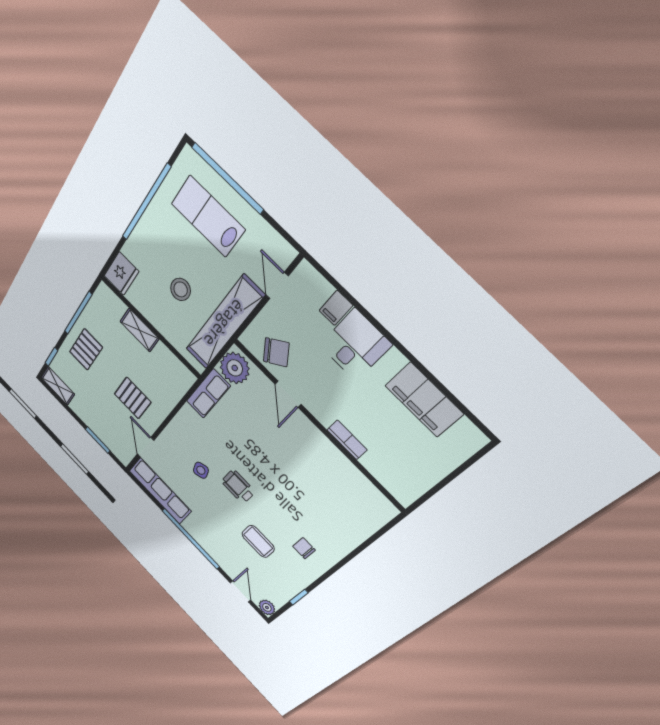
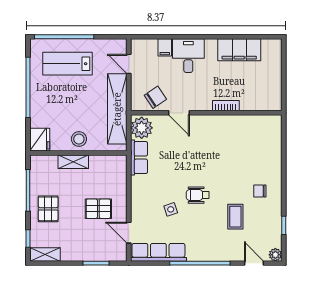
stool: (181, 289) -> (79, 139), moved
coffee table: (258, 541) -> (235, 217), turned 90

